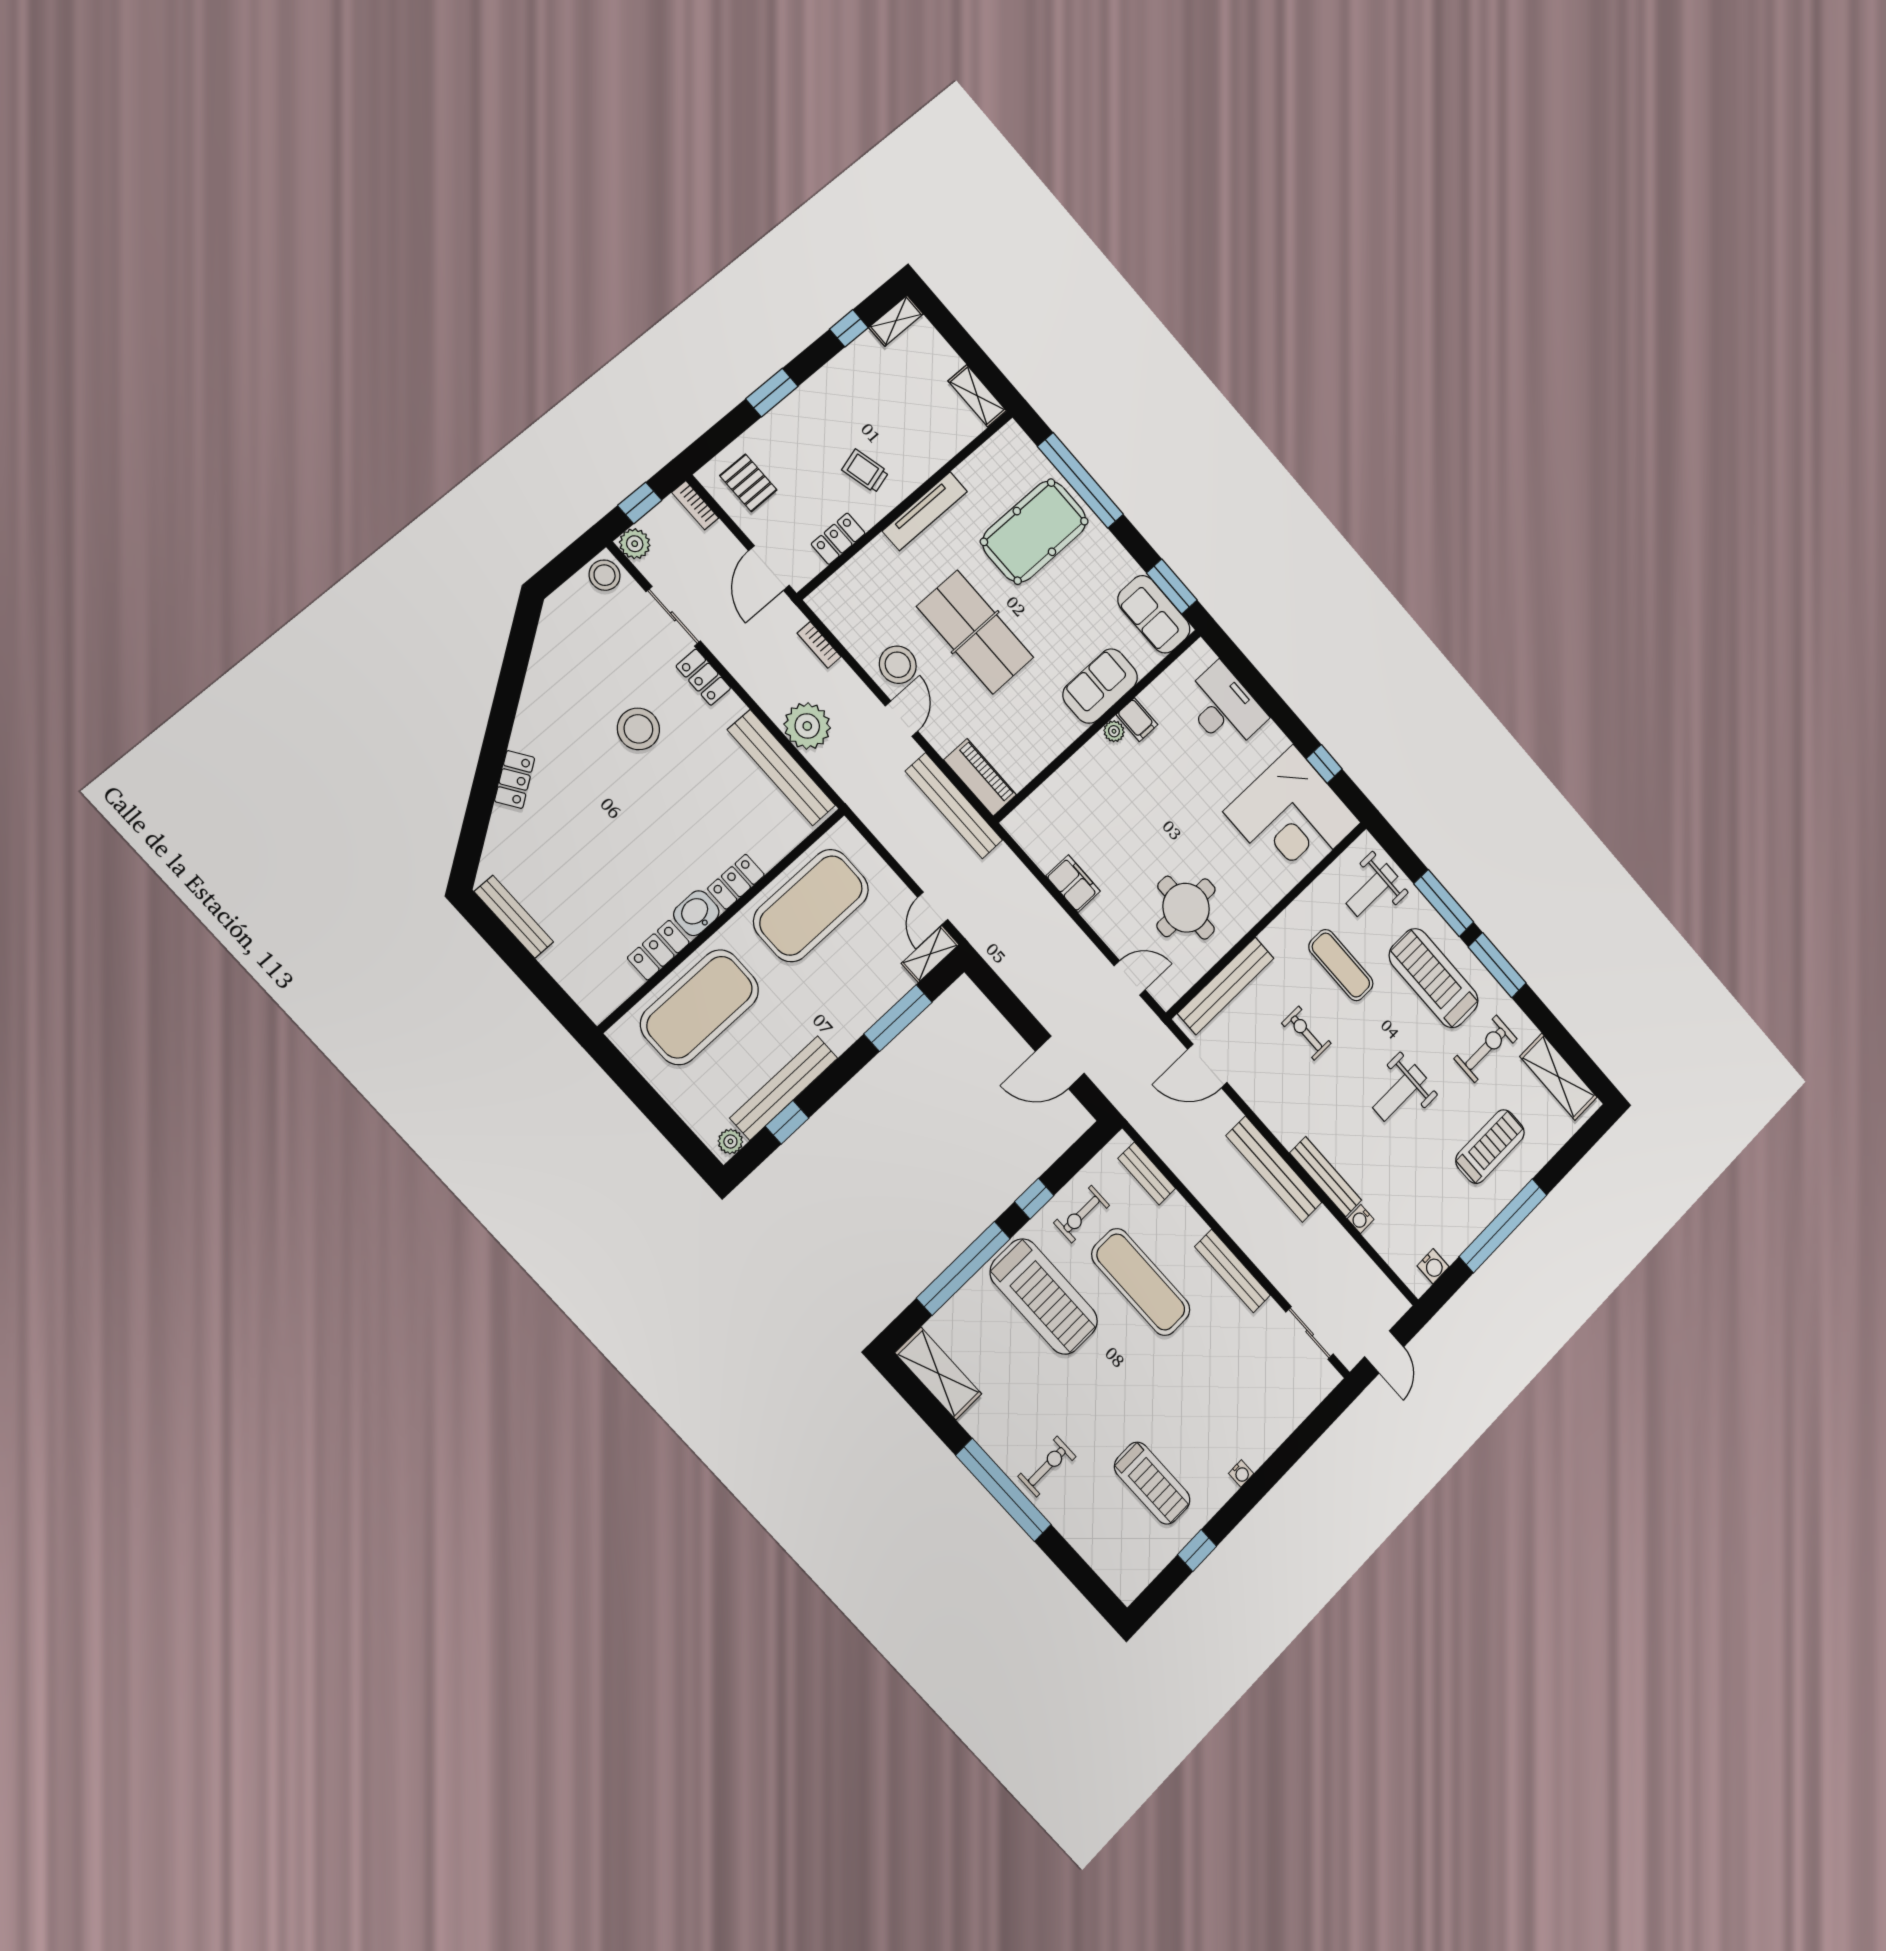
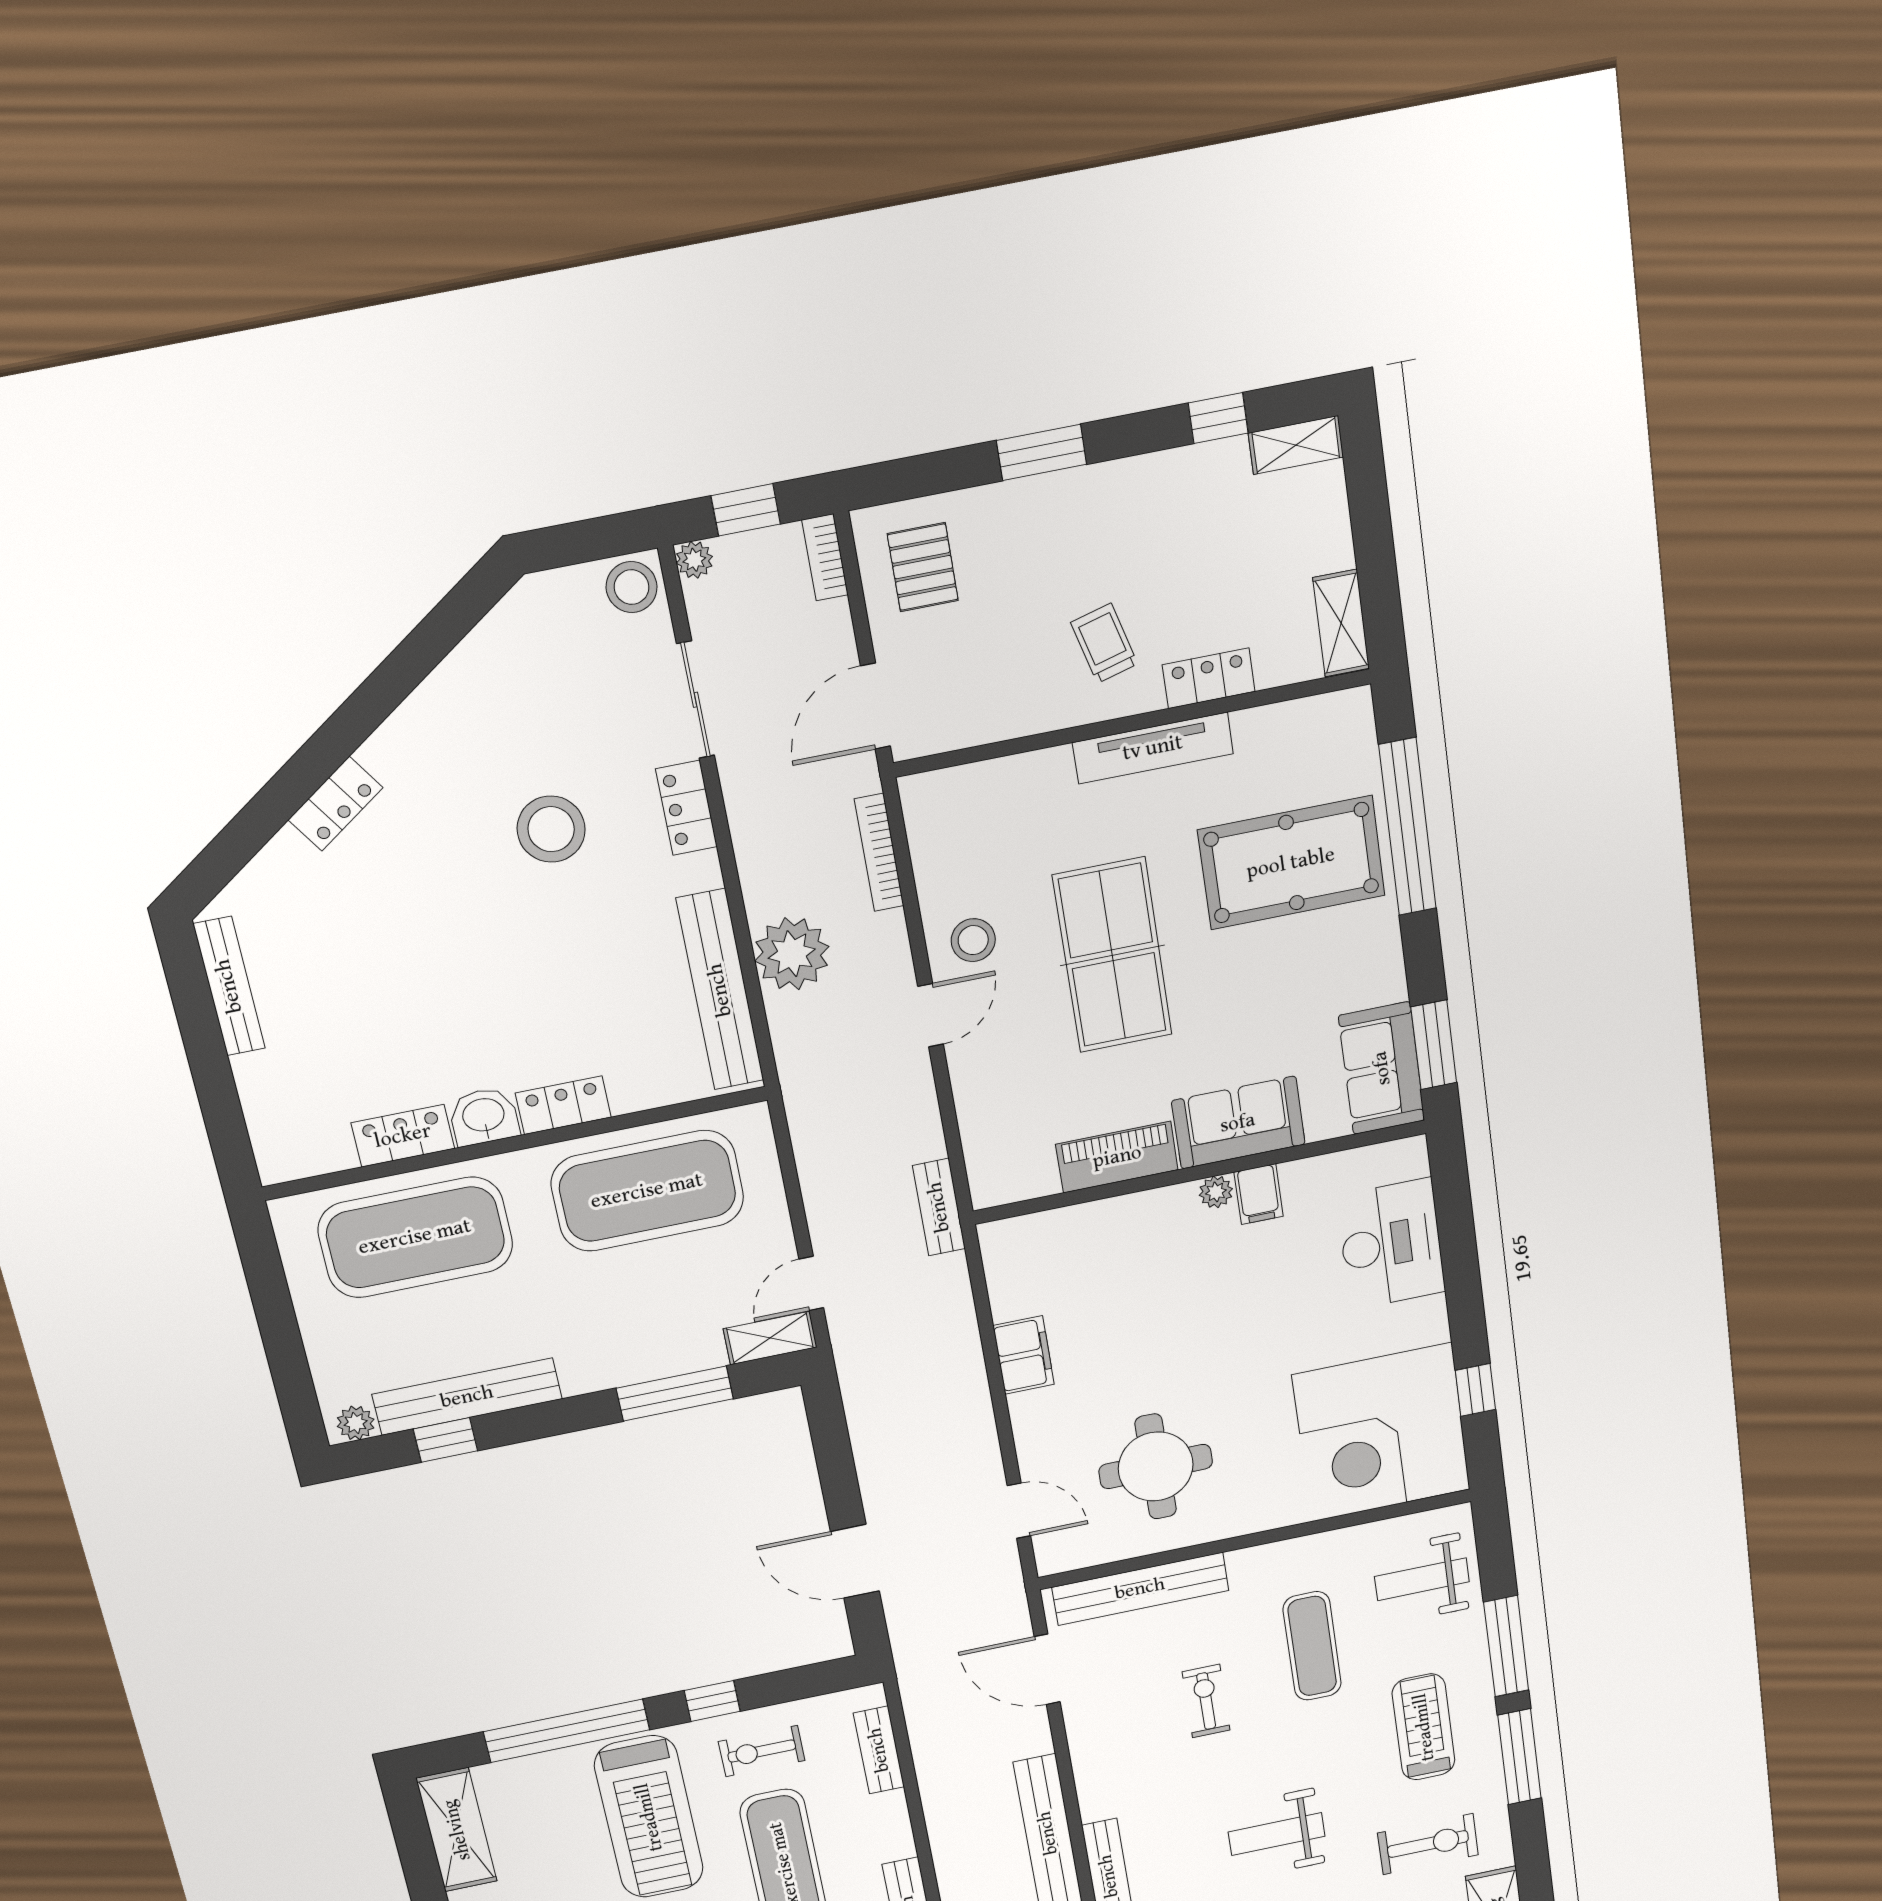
locker: (838, 539) -> (1209, 678), moved
plant: (635, 544) -> (694, 560), width x0.73, depth x0.73
bookcase: (819, 645) -> (879, 853), width x1.56
stool: (898, 665) -> (973, 940), width x0.73, depth x0.73
piano: (980, 777) -> (1117, 1157), moved, turned -90
bench: (954, 806) -> (939, 1207), width x0.54, depth x0.82
treadmill: (1434, 978) -> (1424, 1727), width x0.73, depth x0.73

